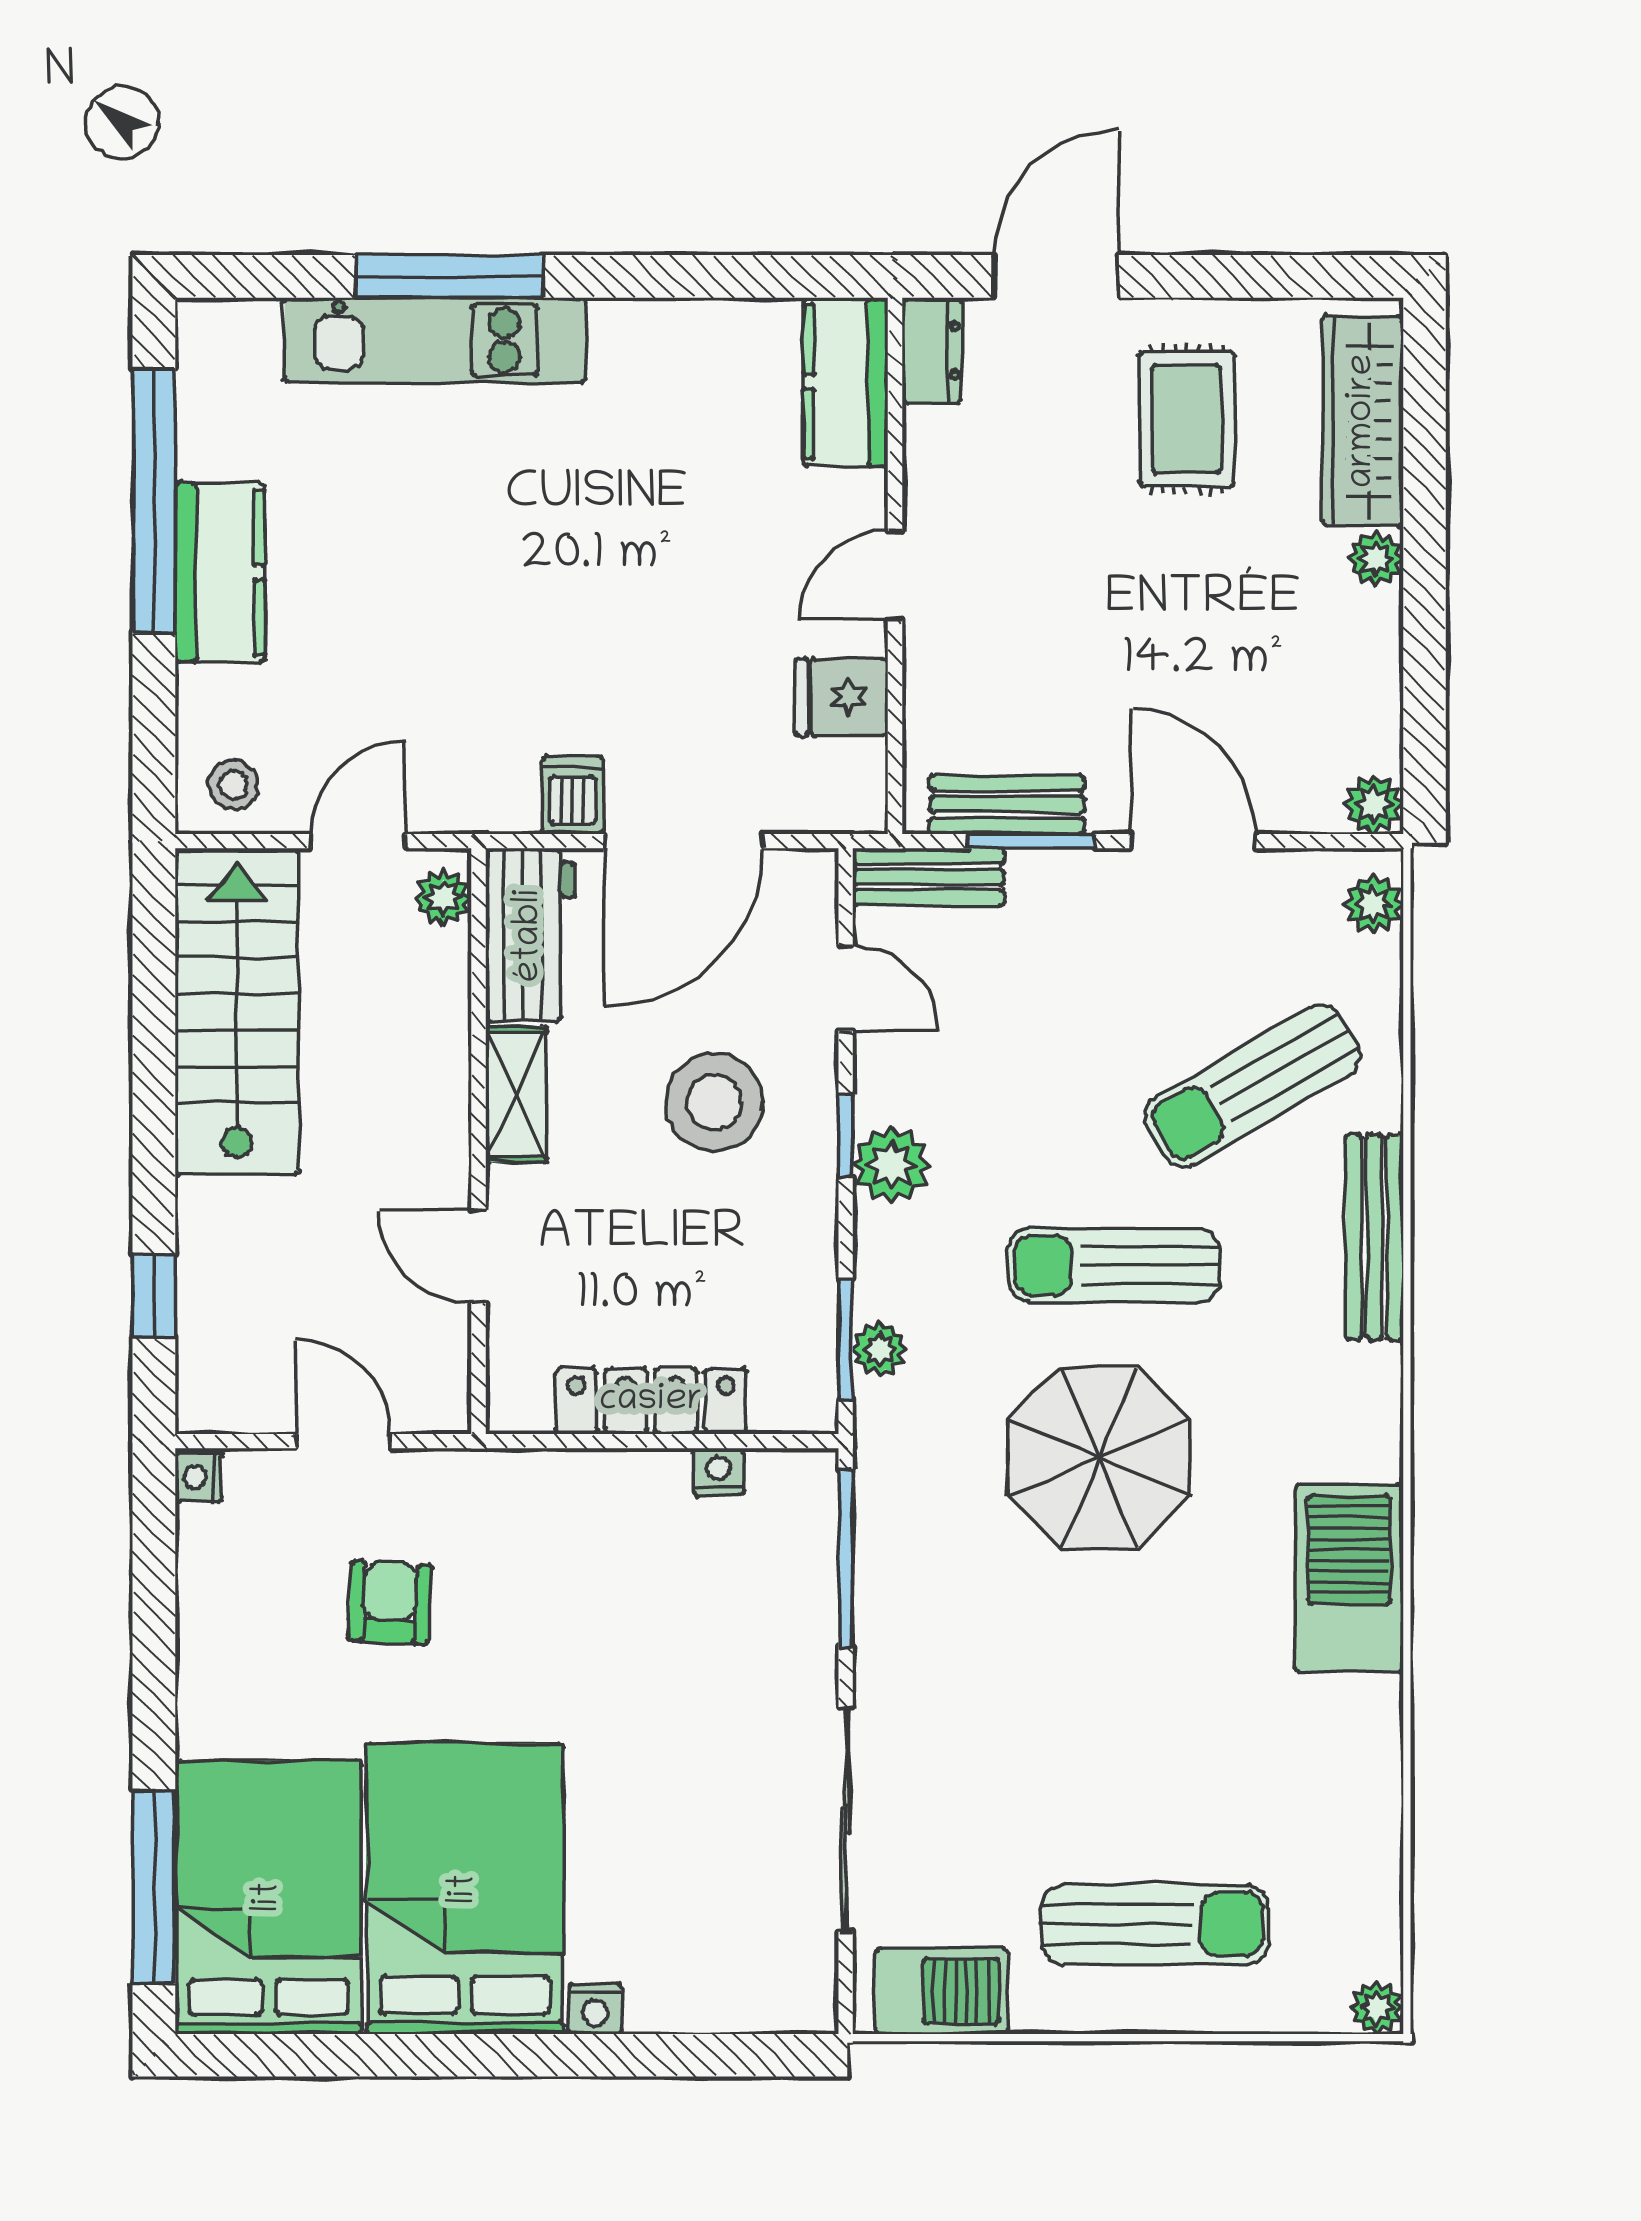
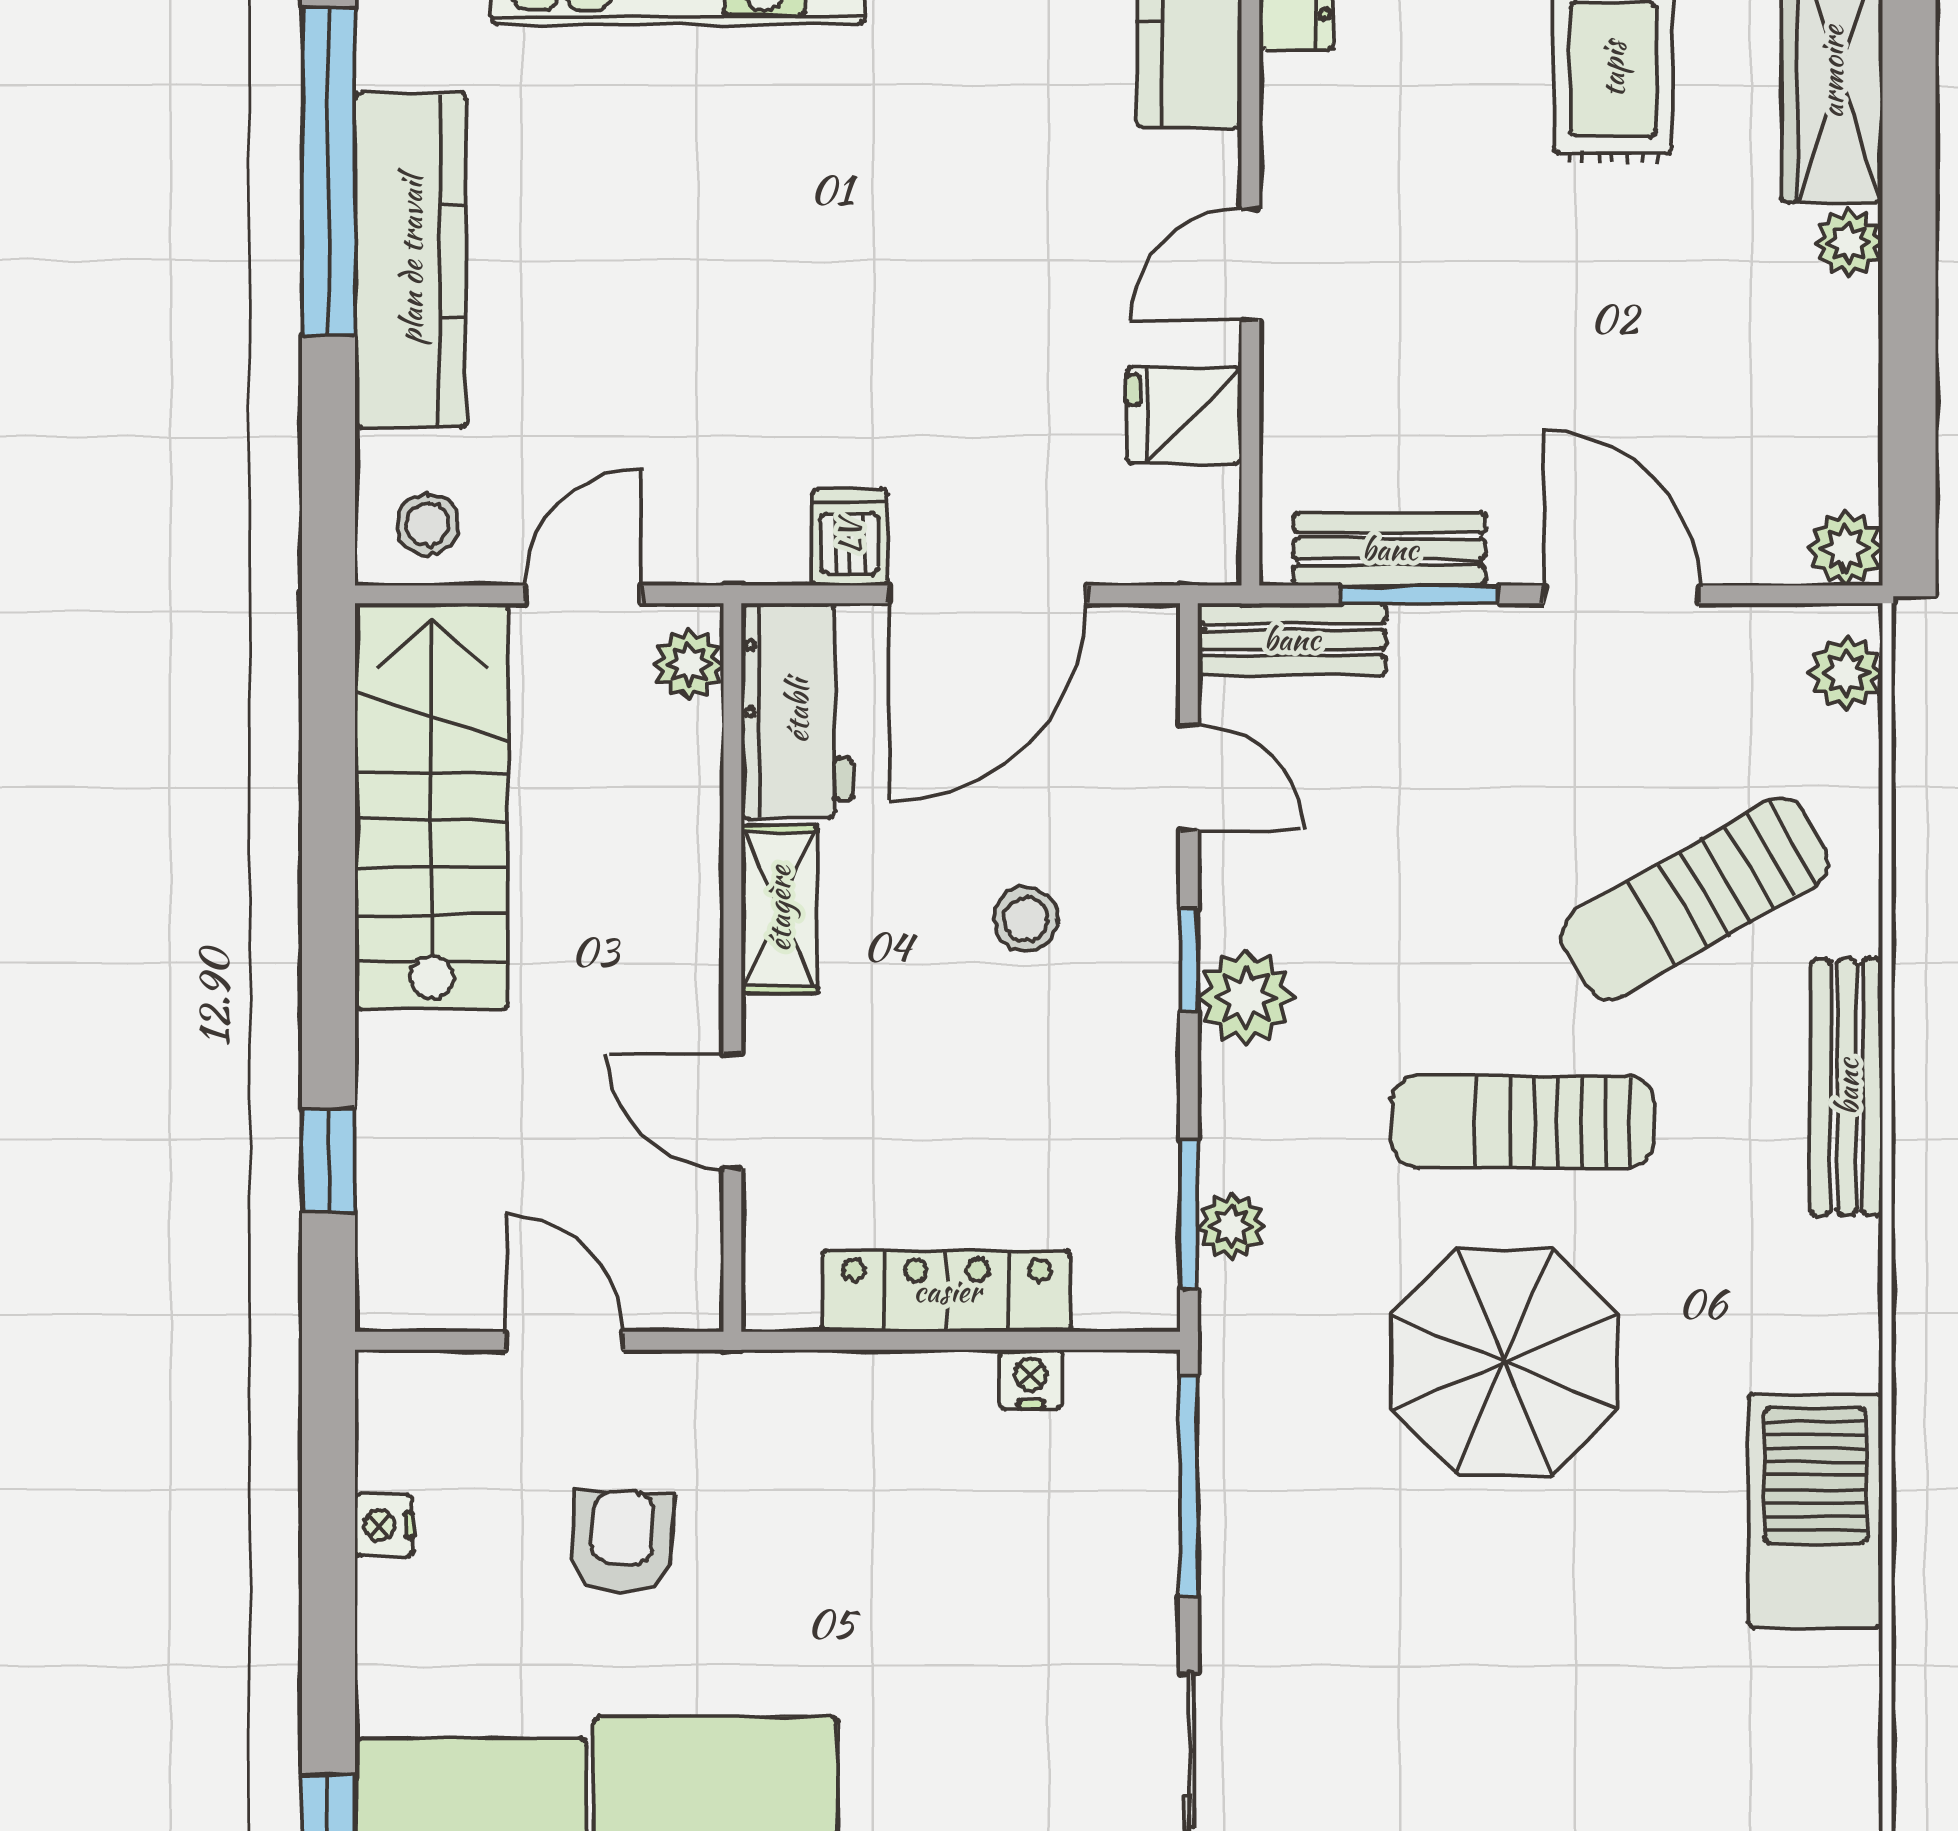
kitchen counter: (220, 573) -> (411, 260), width x1.50
stool: (714, 1102) -> (1026, 919), width x0.53, depth x0.53
nightstand: (198, 1477) -> (384, 1525), moved

